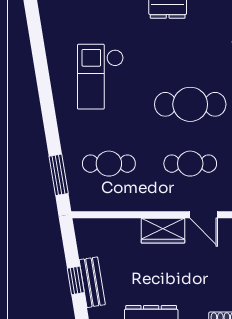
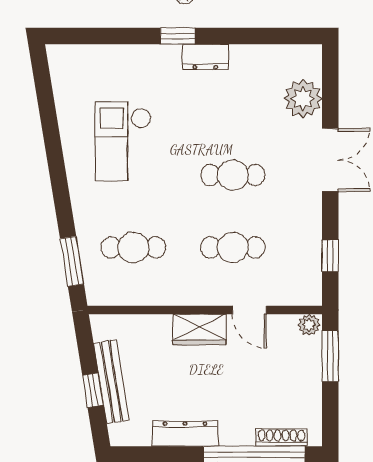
cafe table: (190, 104) -> (233, 175), width x0.73, depth x0.74
bench: (92, 282) -> (111, 382), width x1.36

